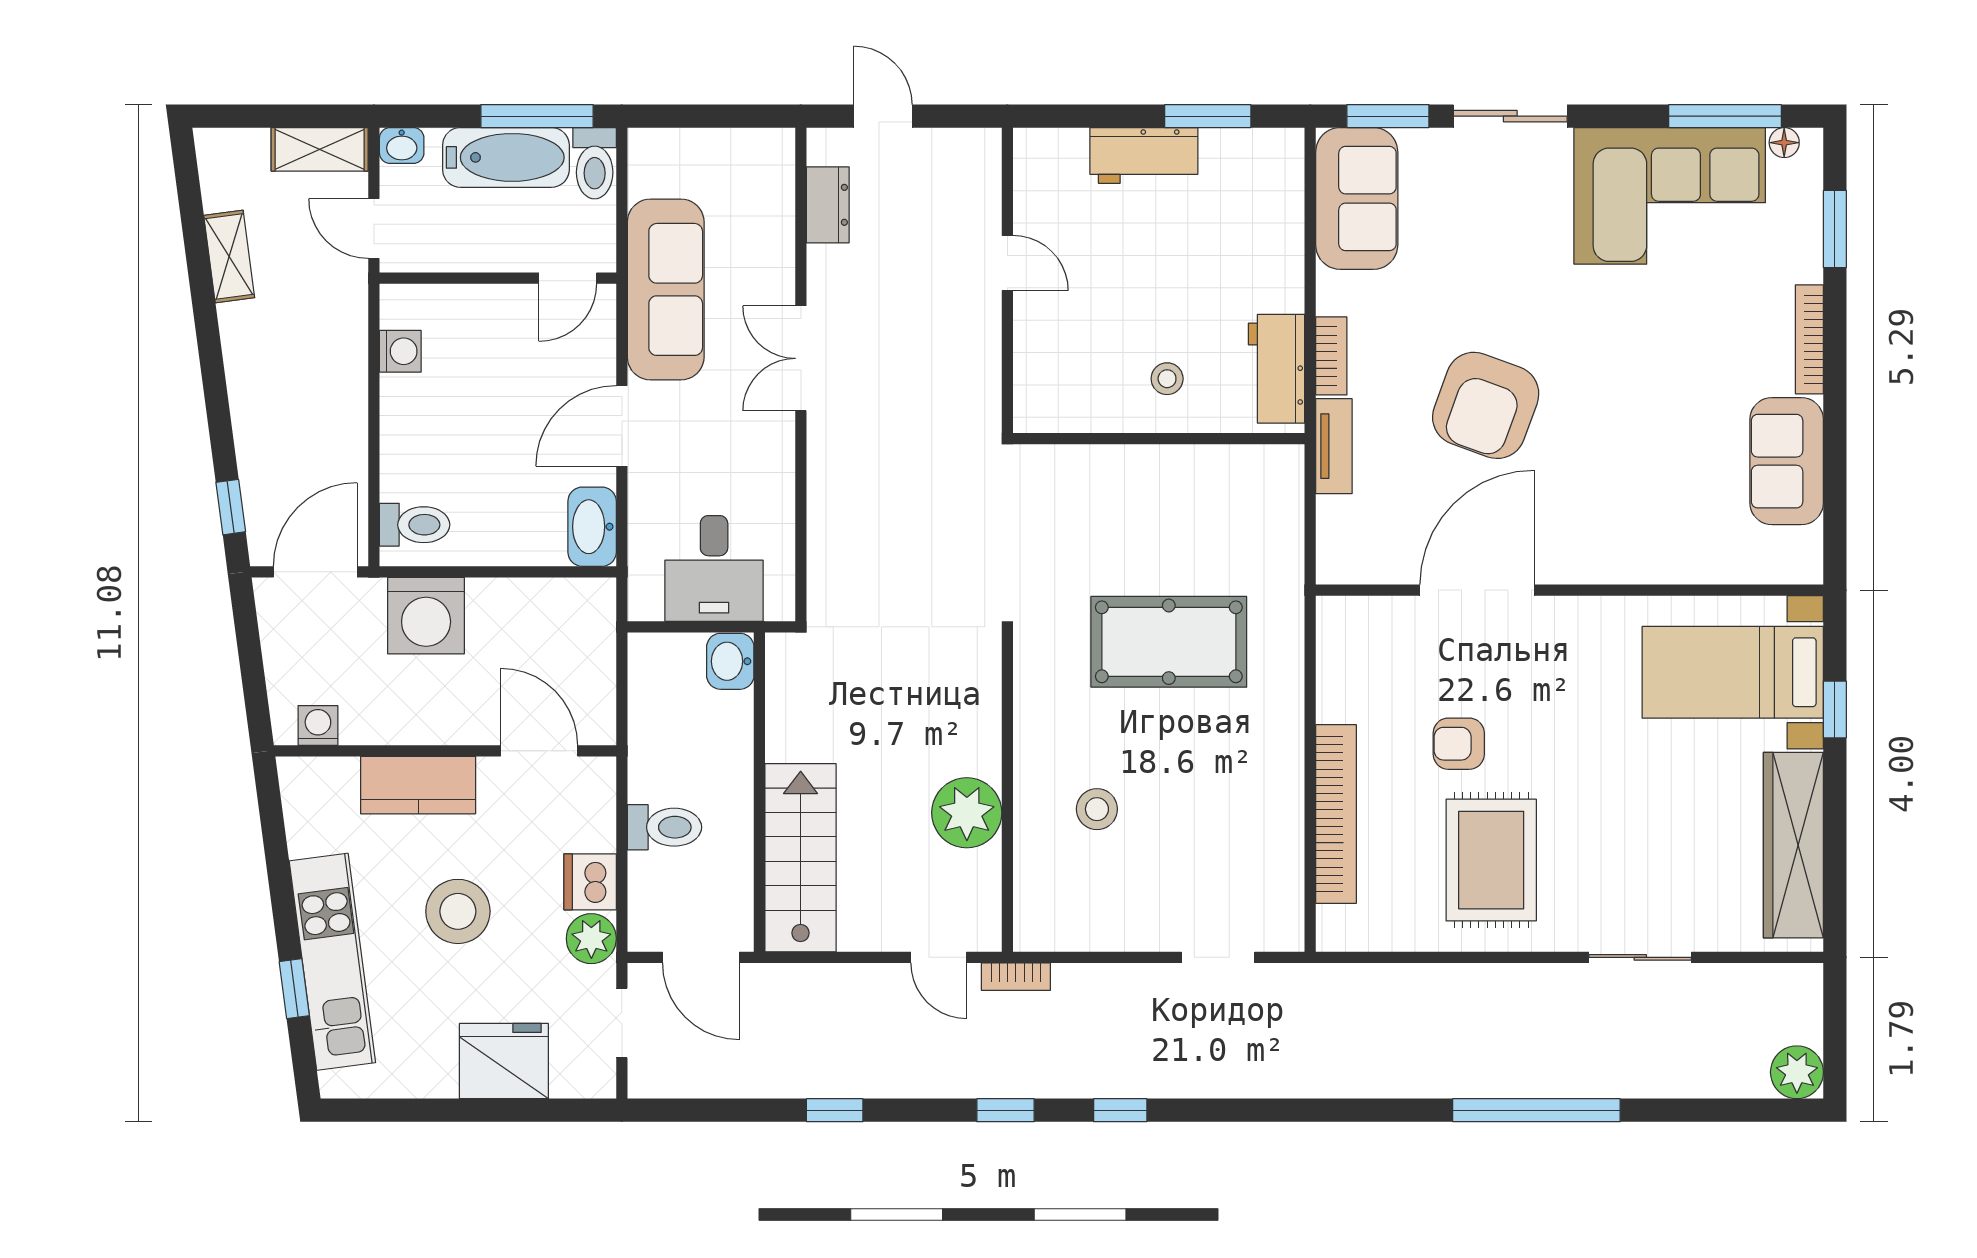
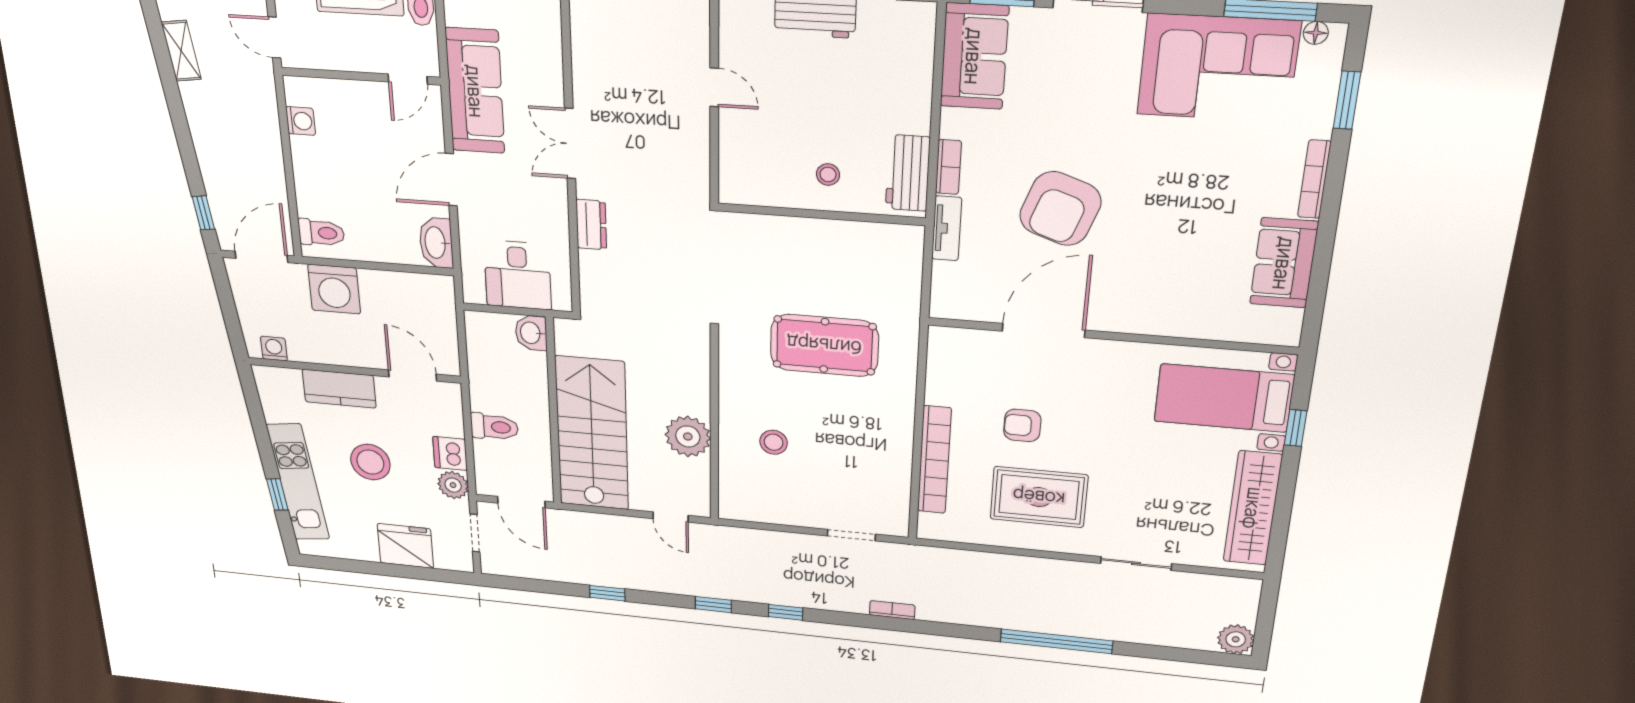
dresser: (828, 205) -> (591, 225), moved
stairs: (801, 858) -> (592, 434), width x1.36, depth x1.51
rug: (1491, 860) -> (1039, 497), turned 90
bookcase: (1016, 977) -> (892, 610), moved, turned 180

